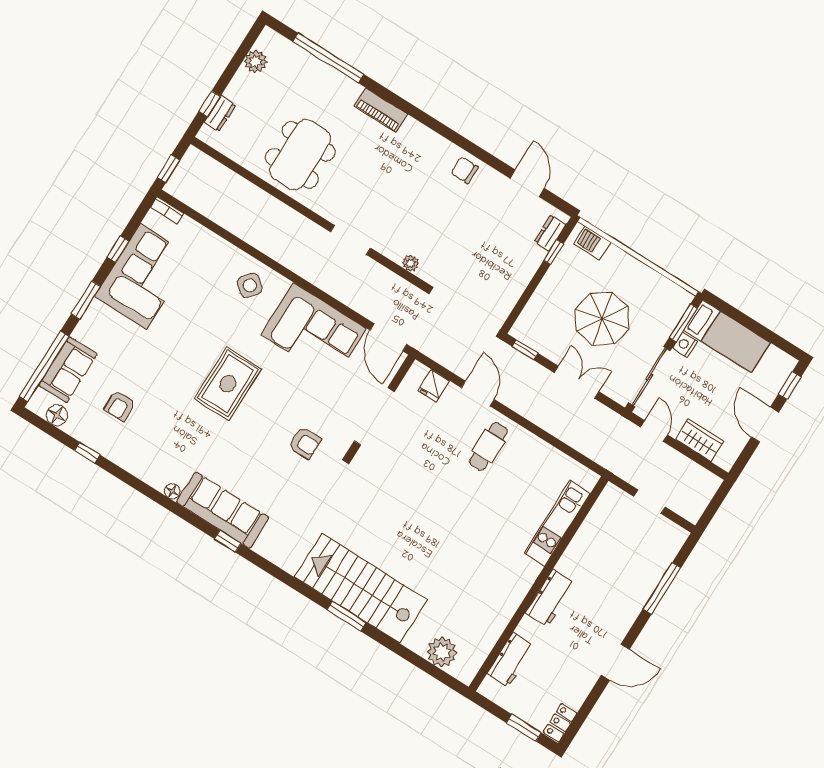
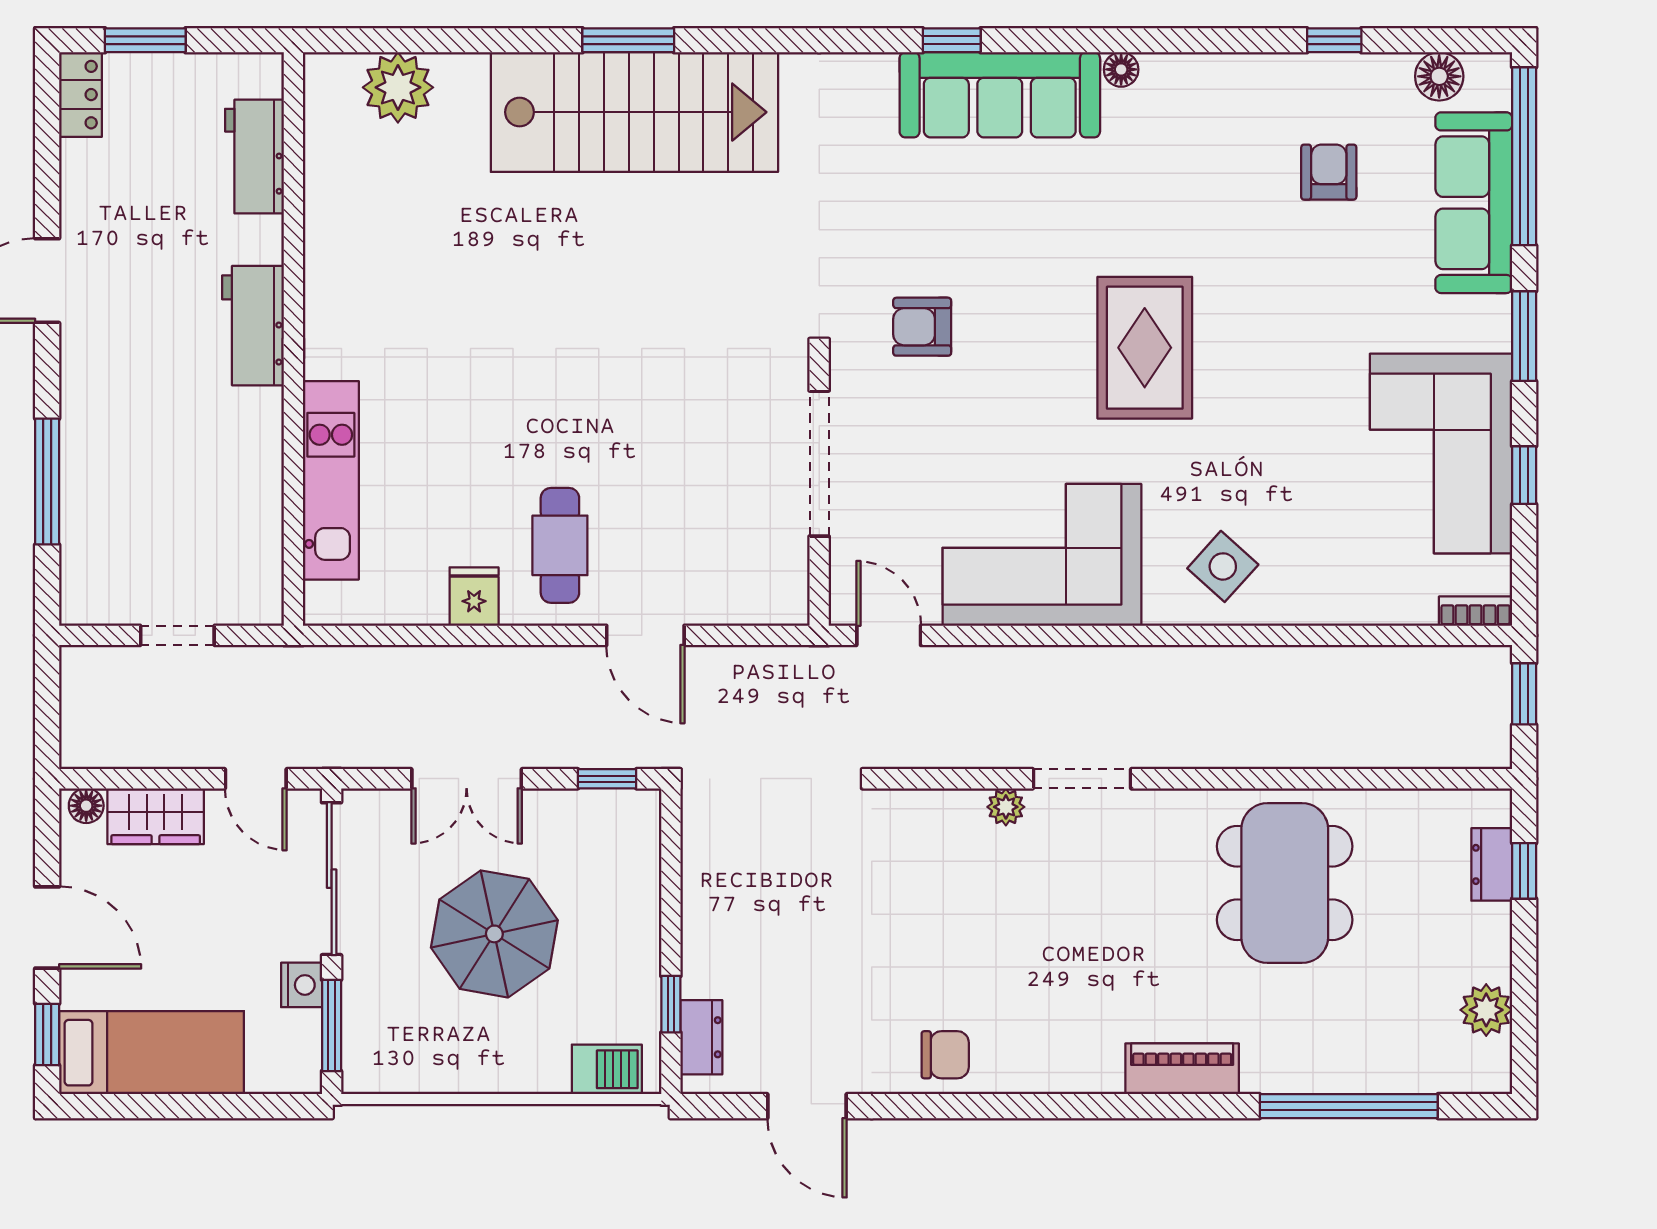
plant: (411, 263) -> (1006, 807), moved
bed: (727, 336) -> (151, 1053), moved, turned 180
door: (388, 337) -> (889, 635), width x0.73
sofa: (68, 370) -> (1474, 203), width x1.36
fridge: (434, 386) -> (474, 597), moved
floor lamp: (723, 460) -> (86, 806), added

